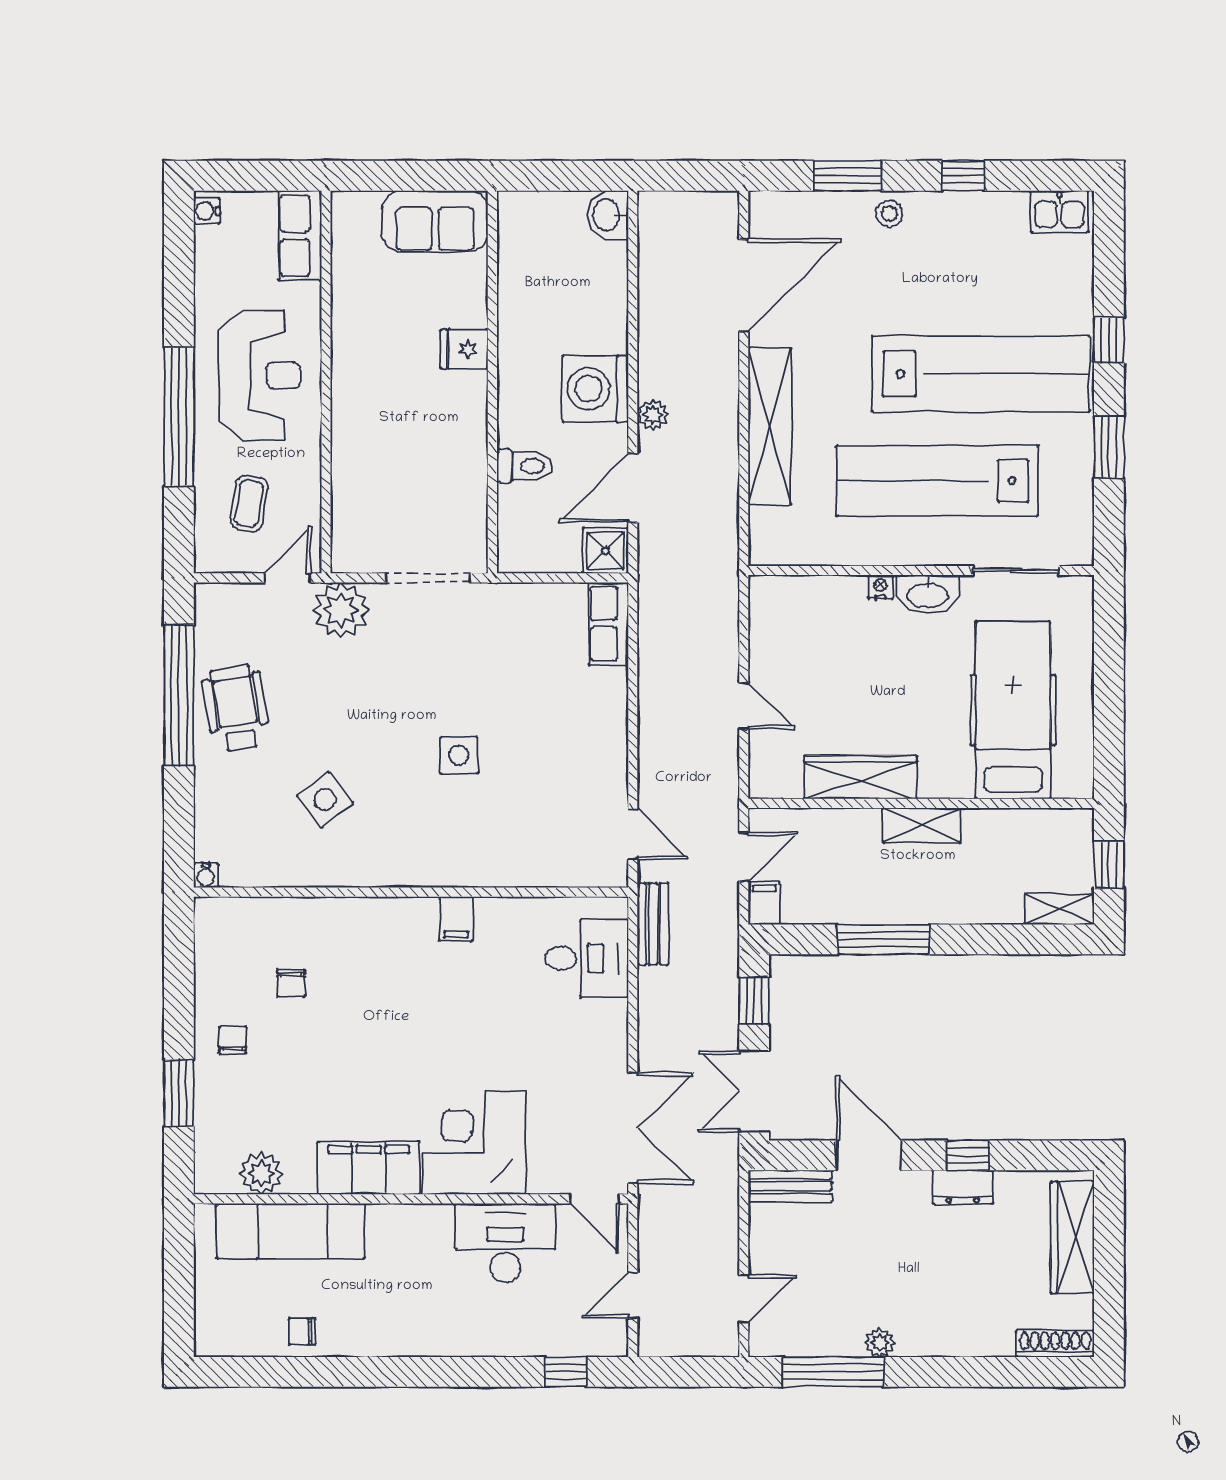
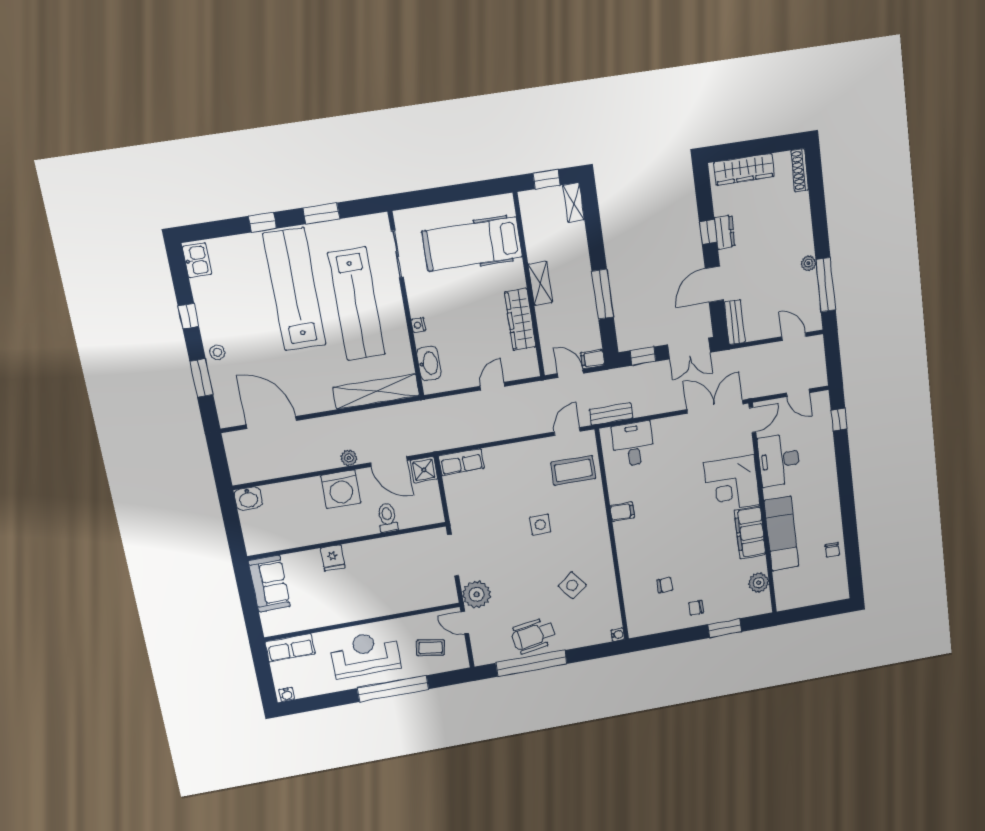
shelving: (770, 426) -> (376, 392), moved
washbasin: (928, 594) -> (429, 363), moved
coffee table: (555, 835) -> (573, 470), added
exam couch: (291, 1231) -> (781, 534), moved

